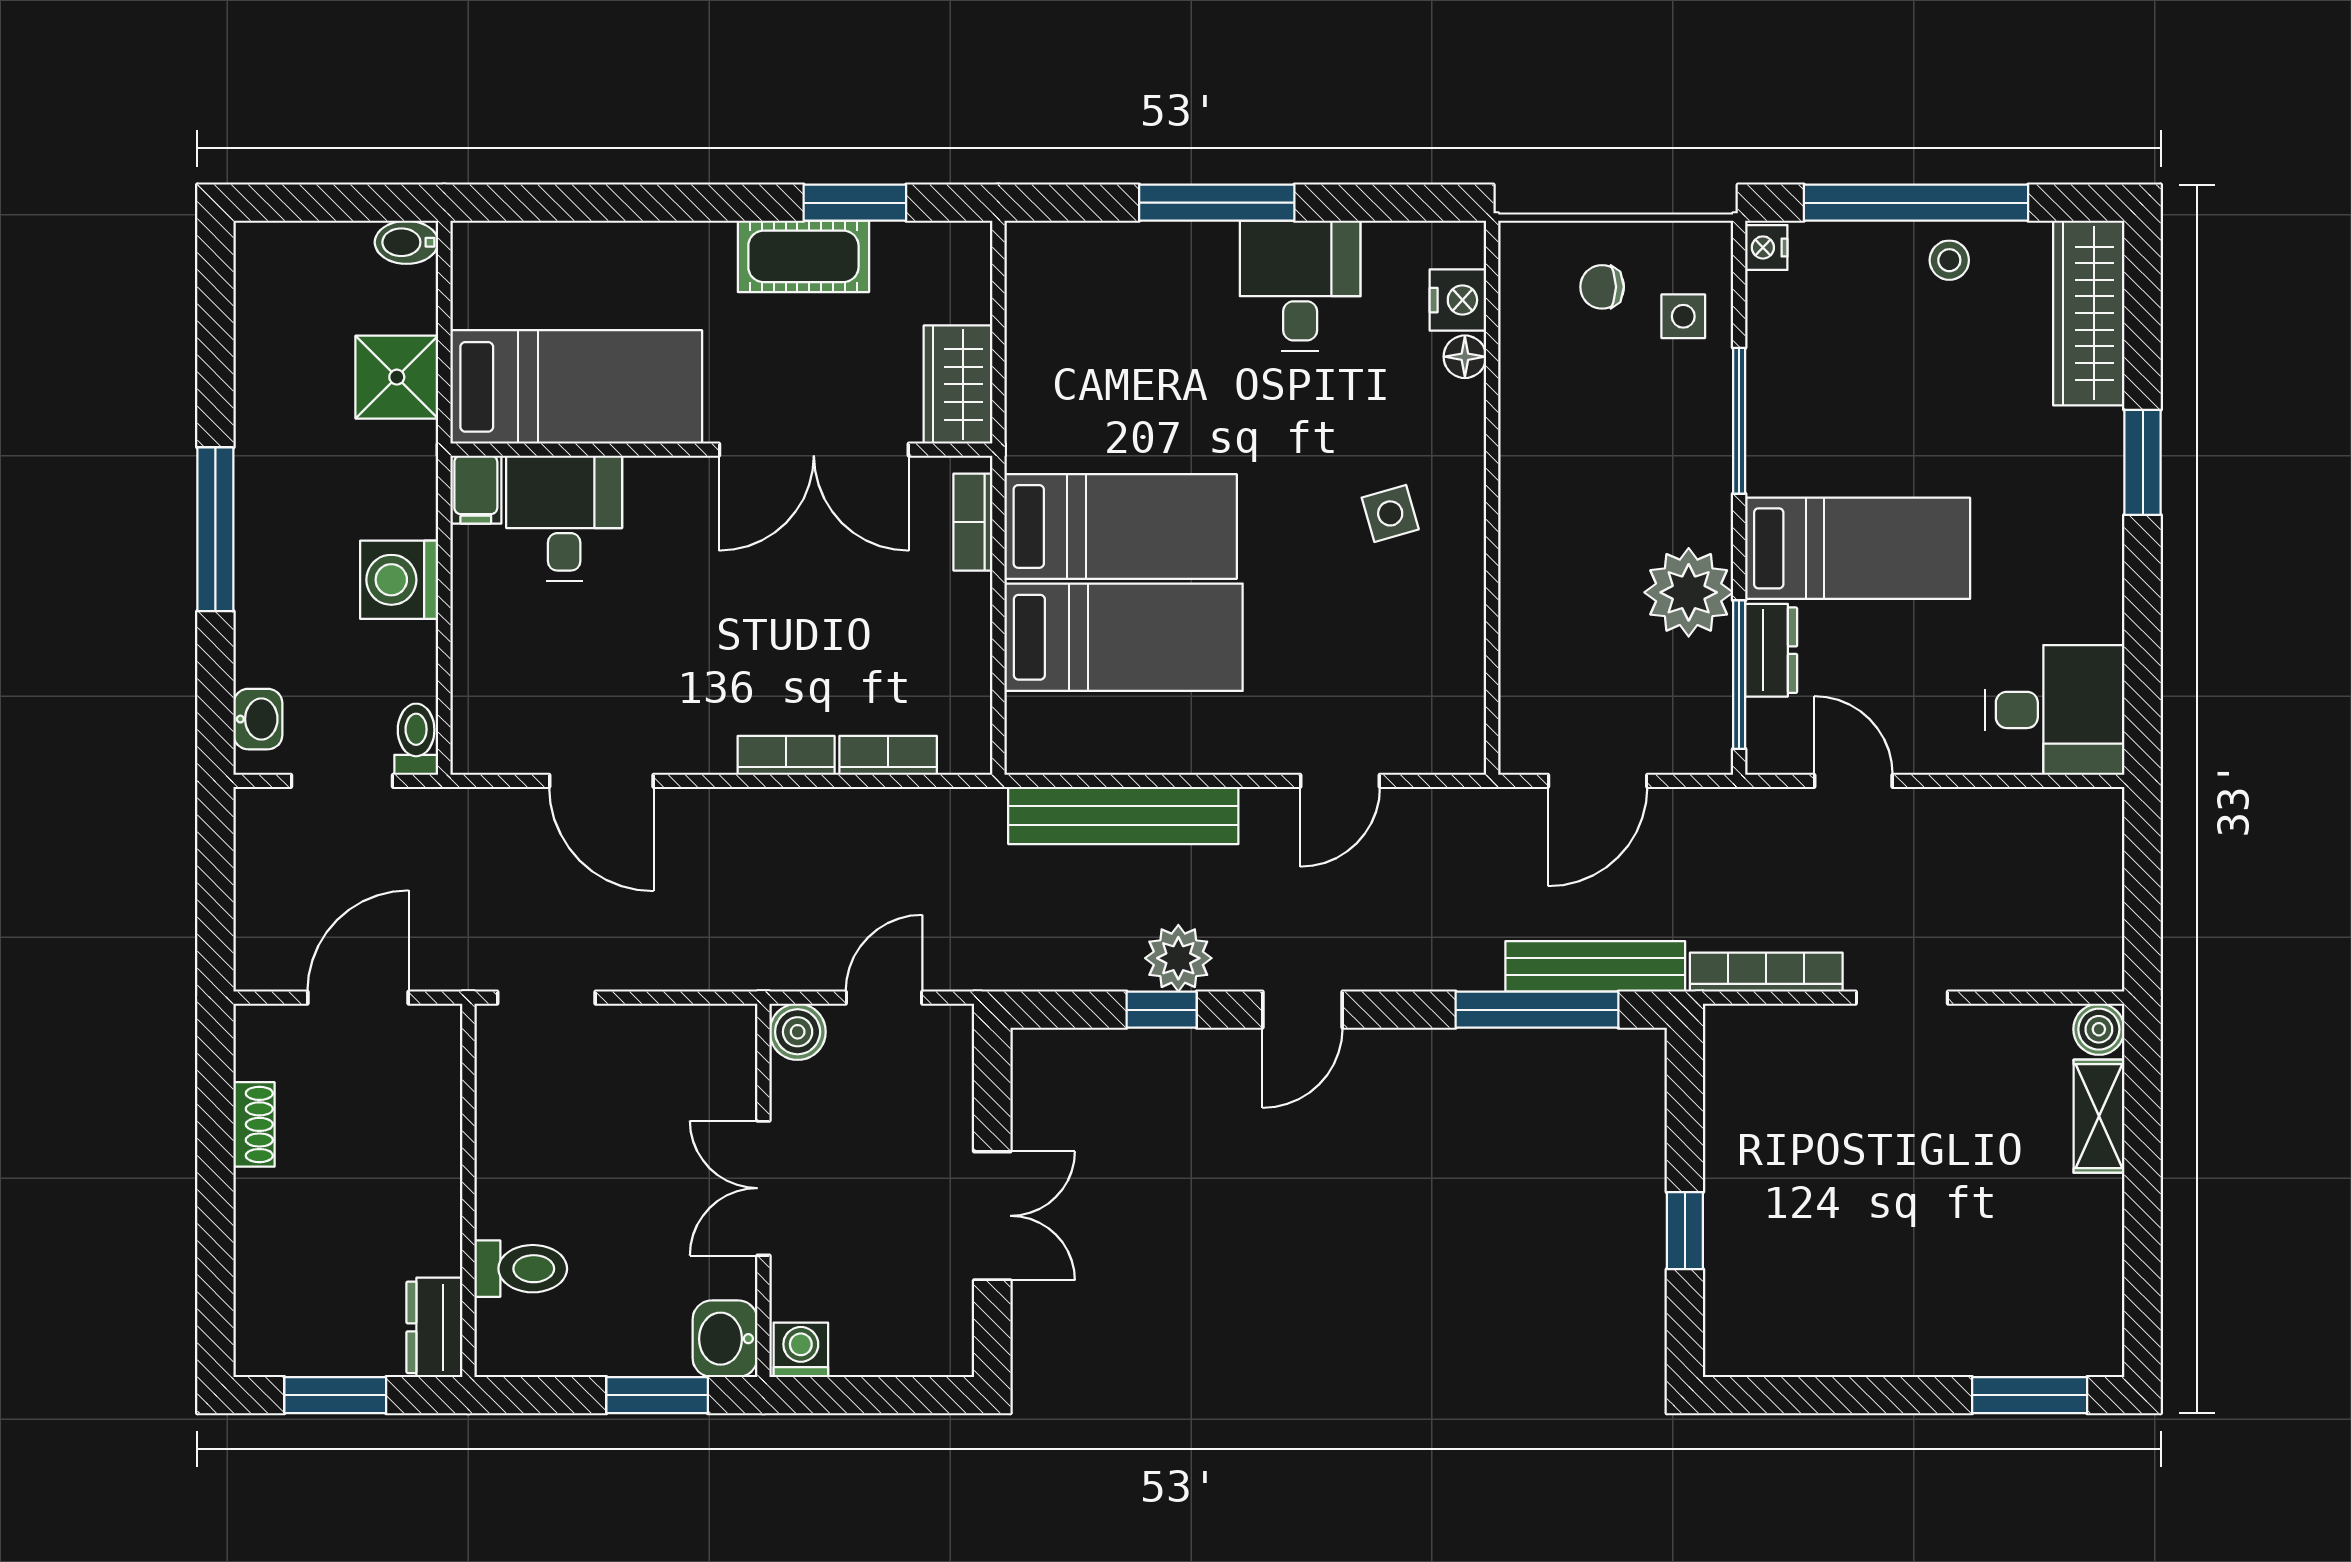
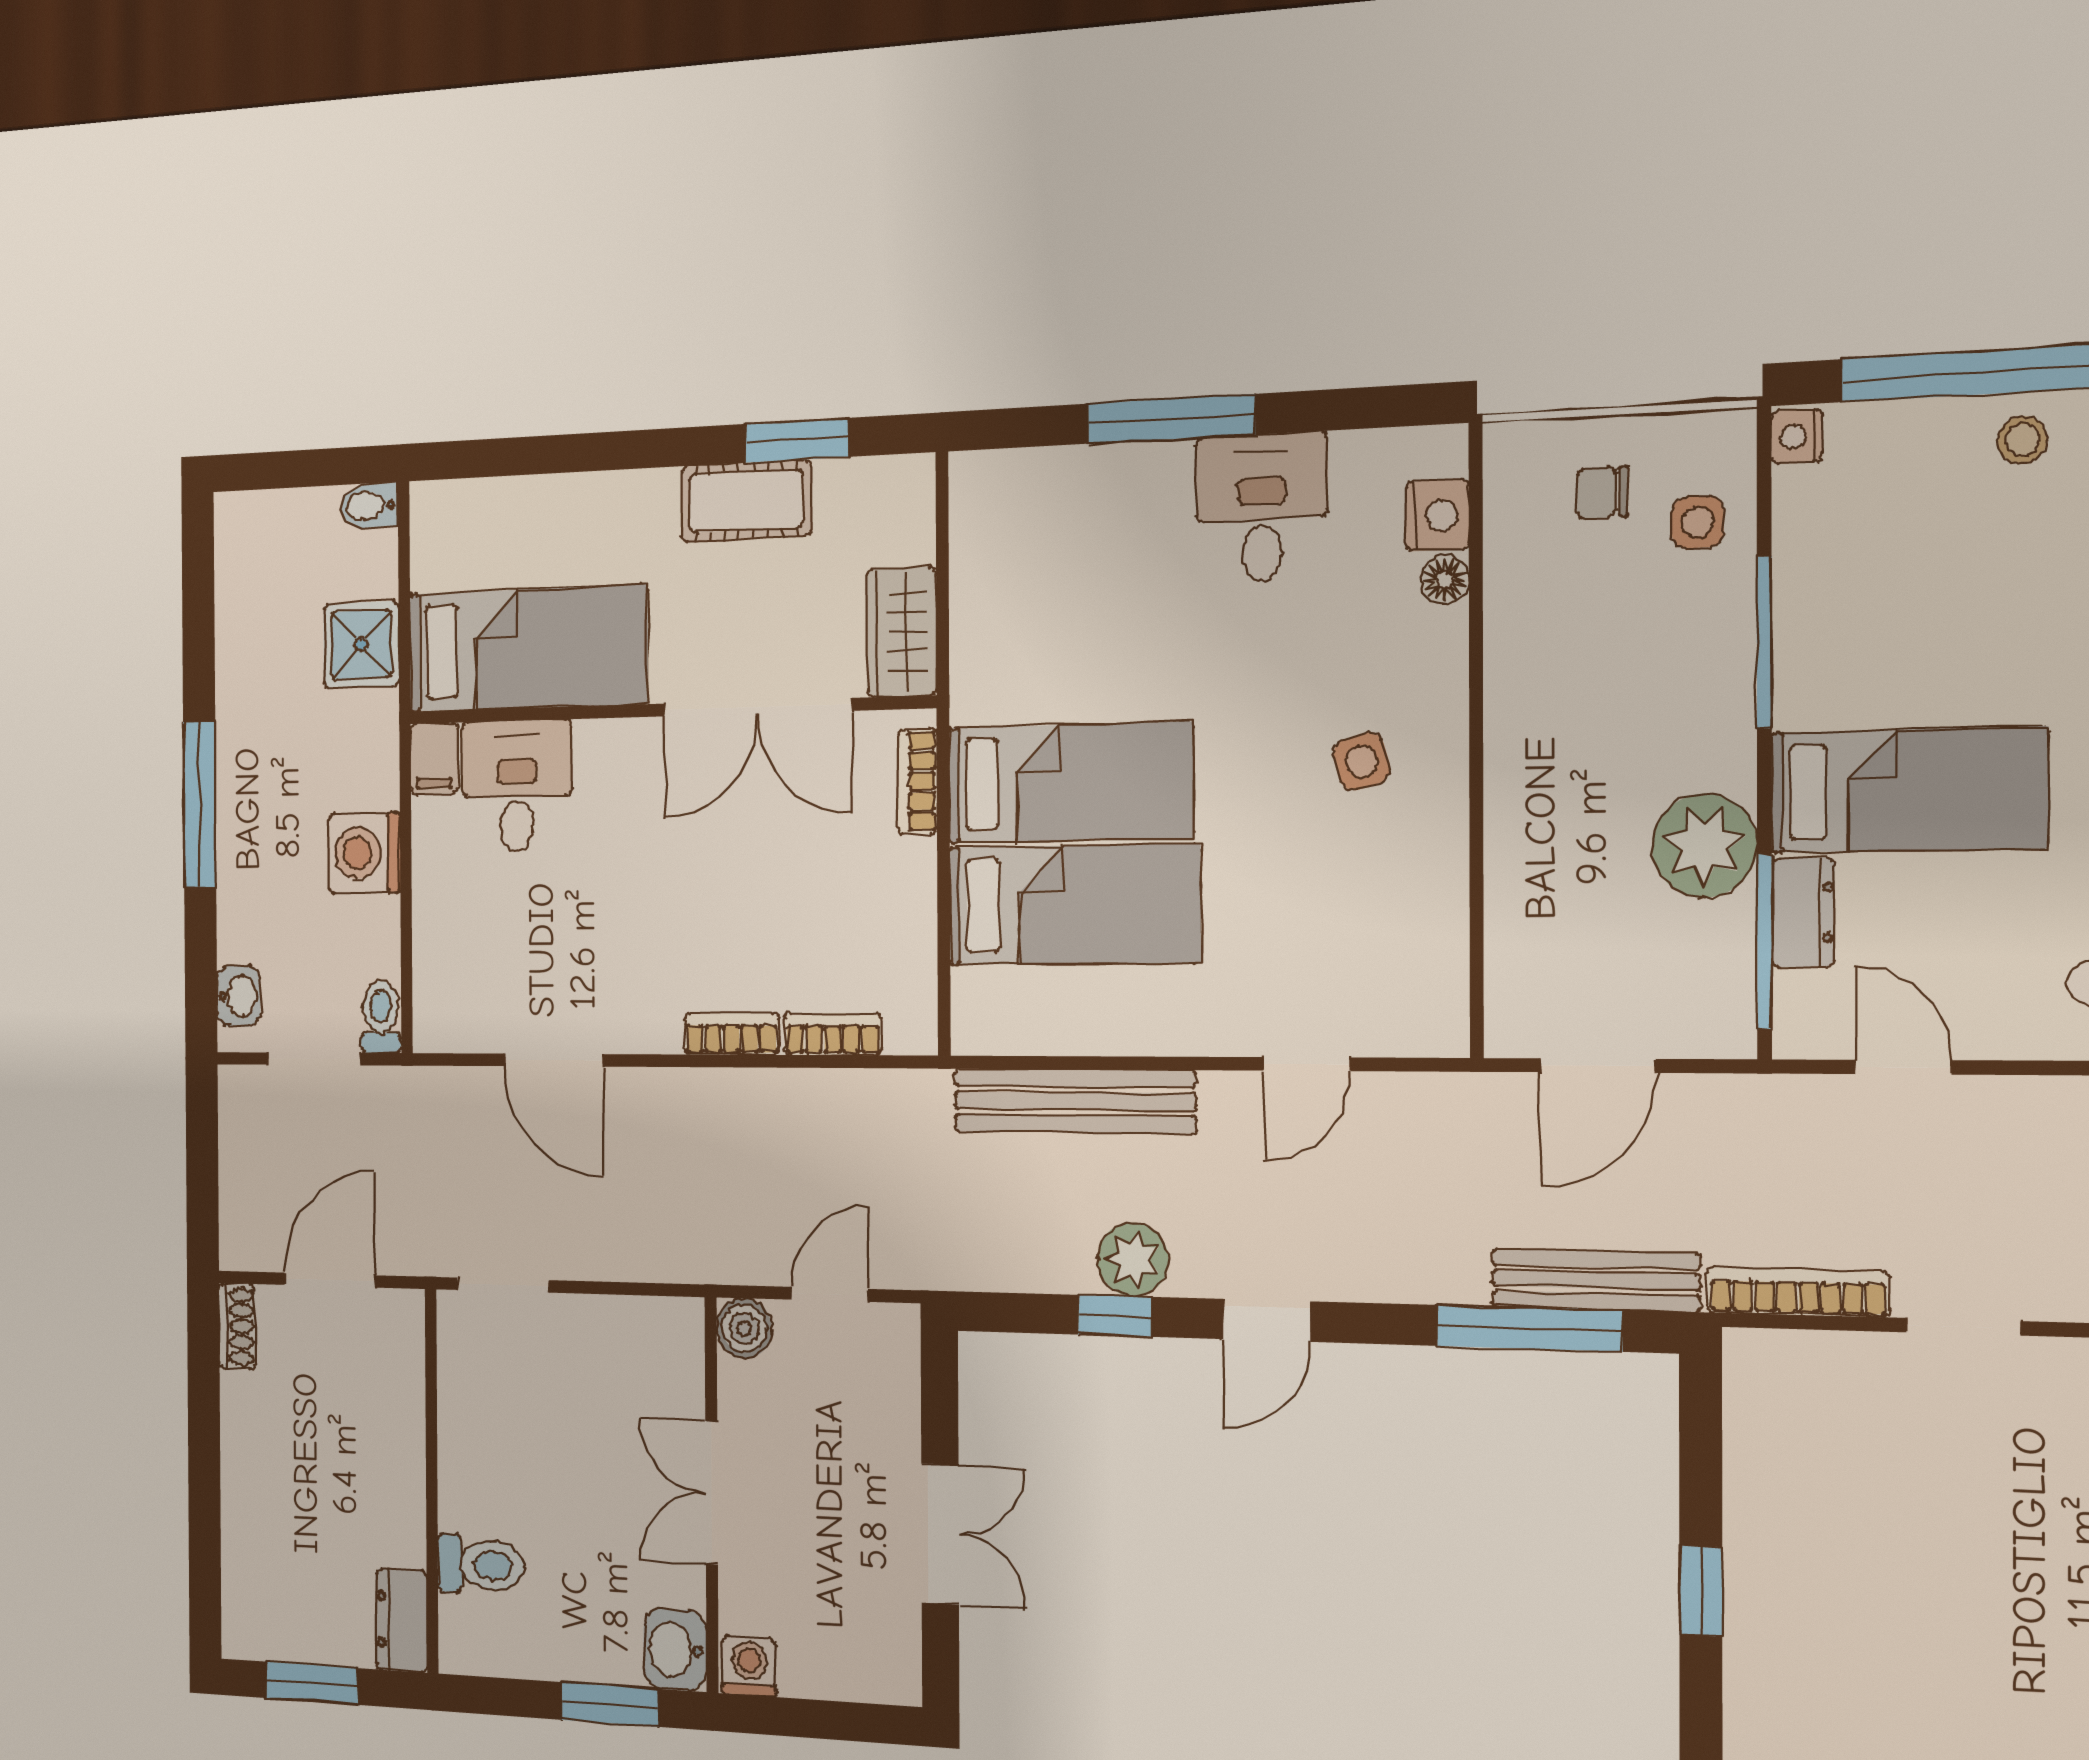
shoe rack: (254, 1124) -> (237, 1326), moved

